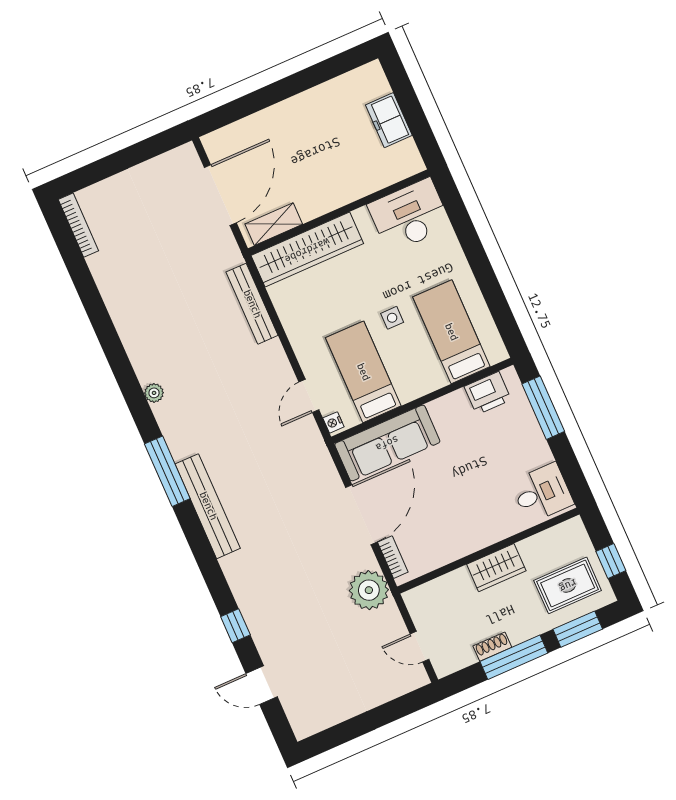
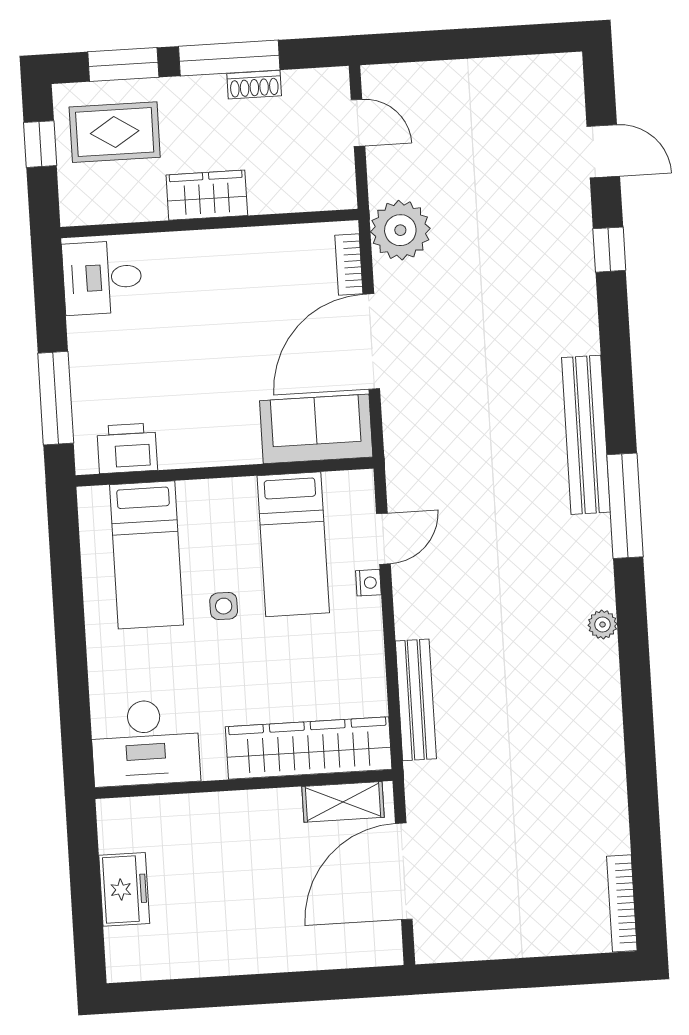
nightstand: (333, 422) -> (368, 583), moved
sofa: (387, 443) -> (316, 429), width x0.73

